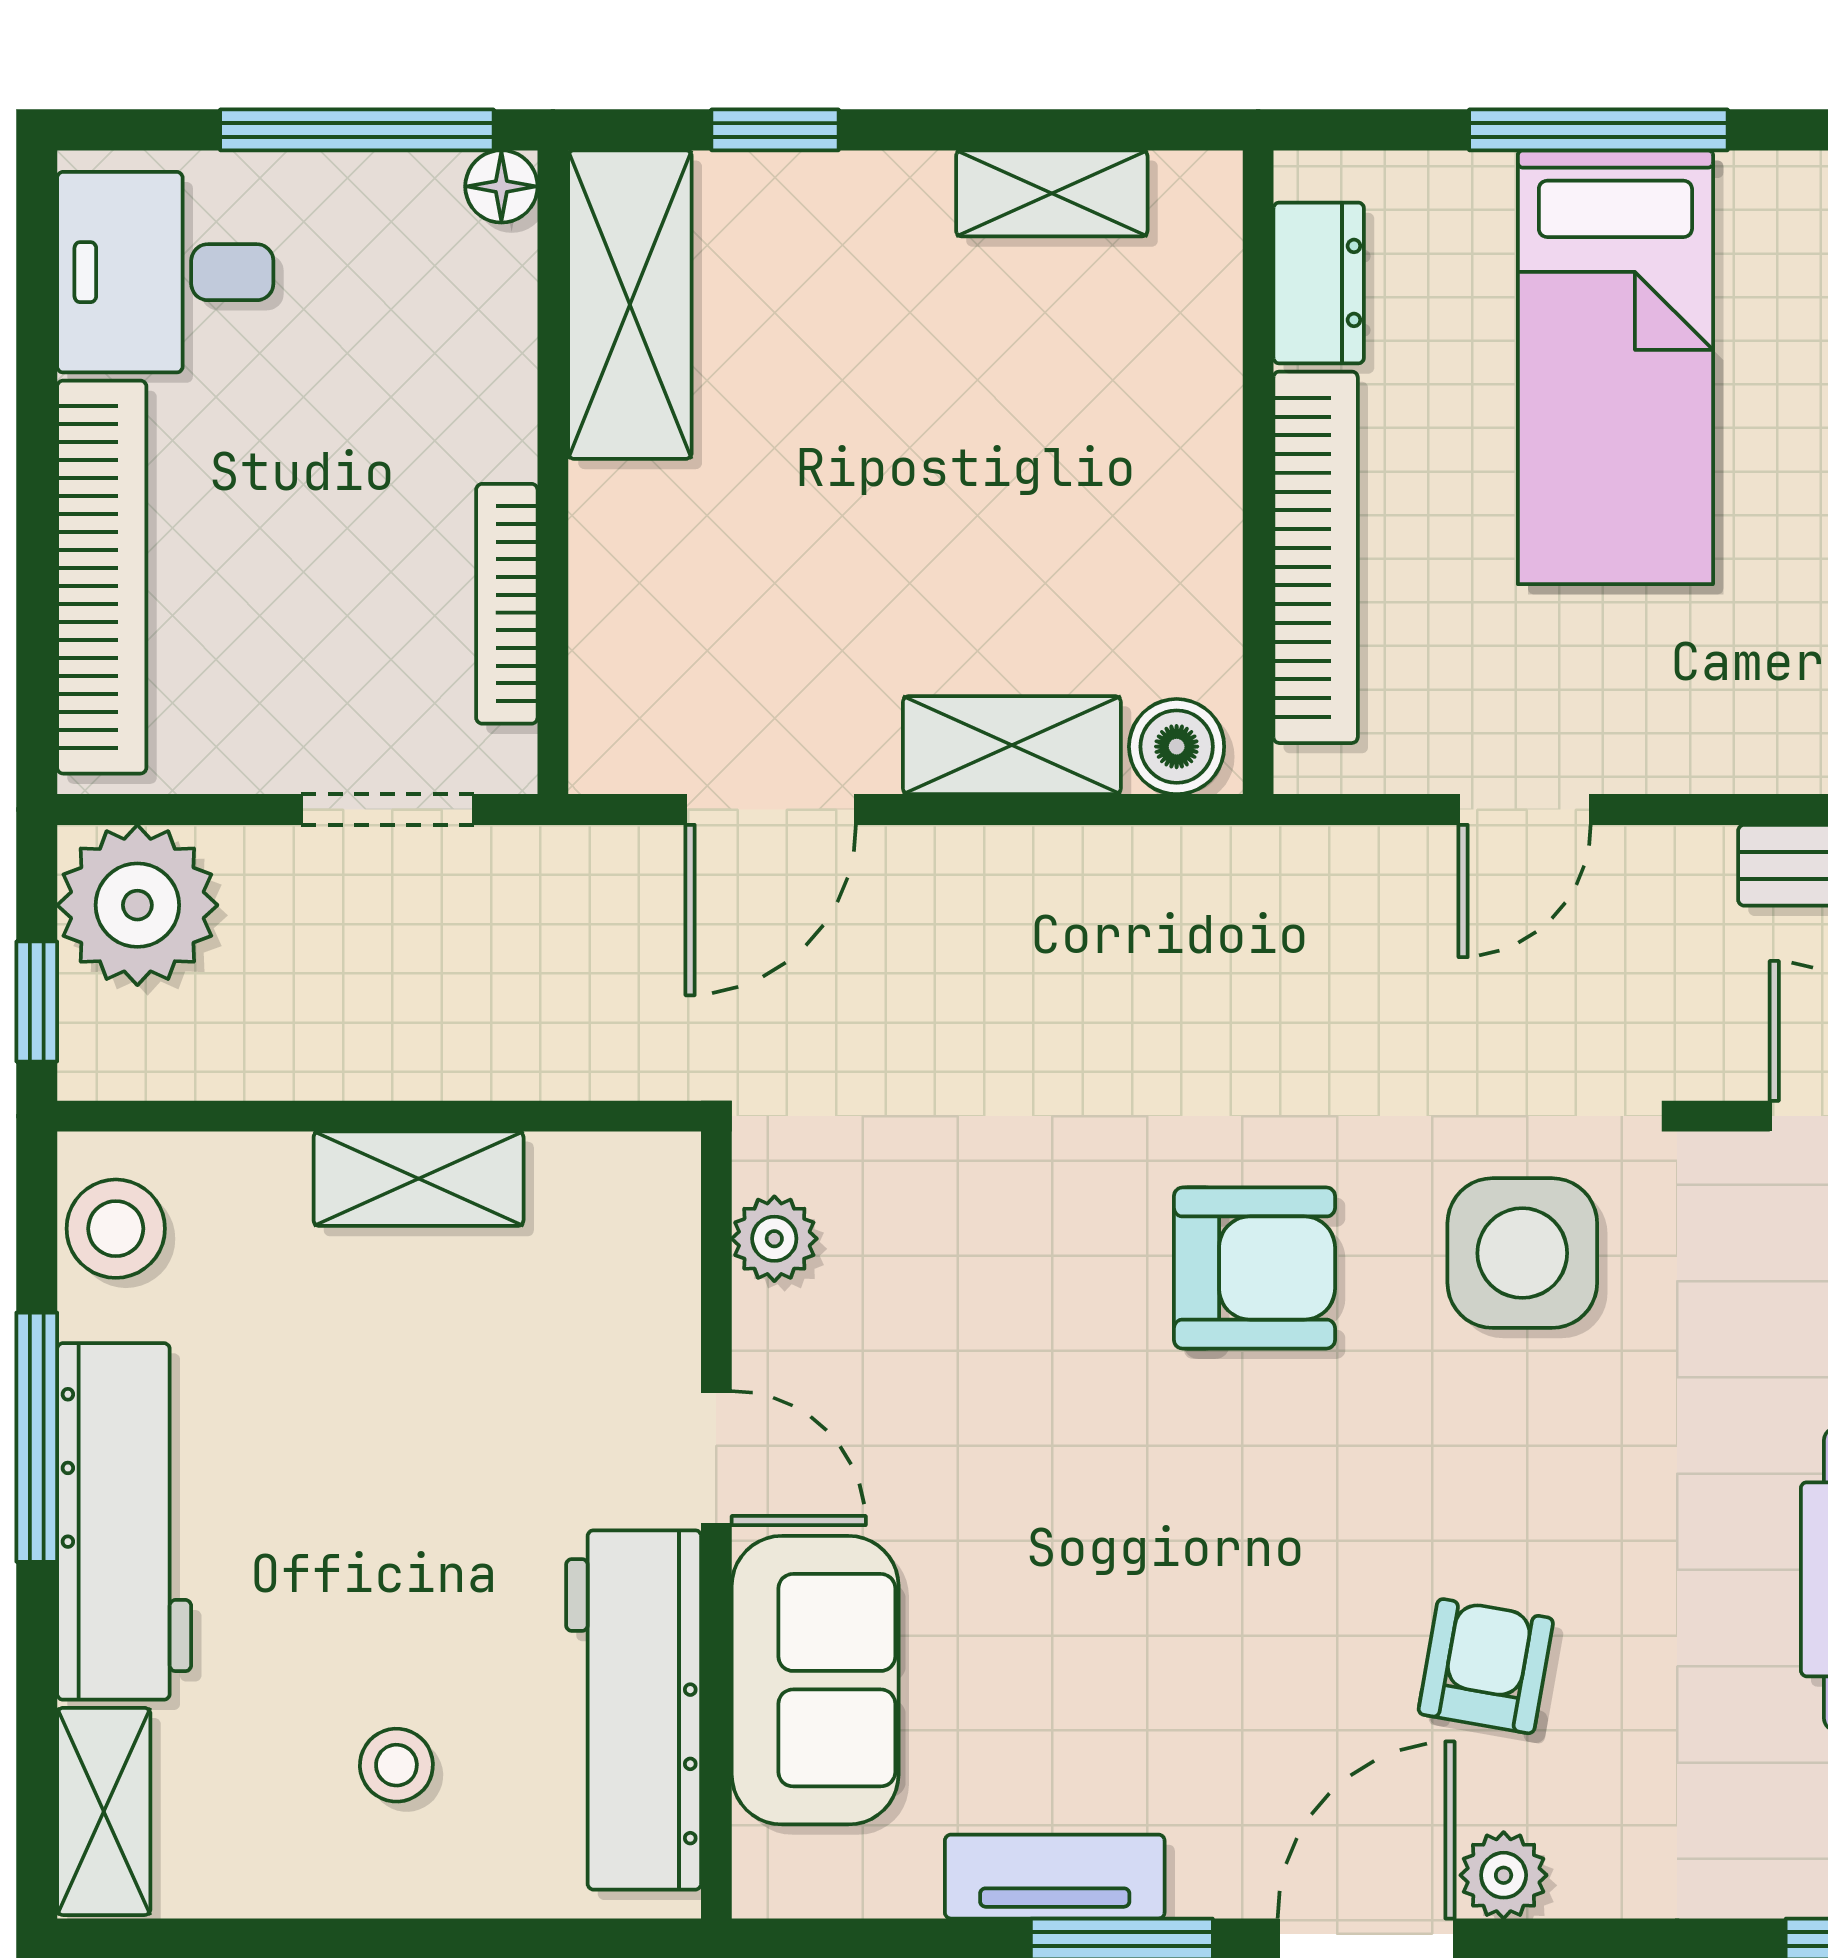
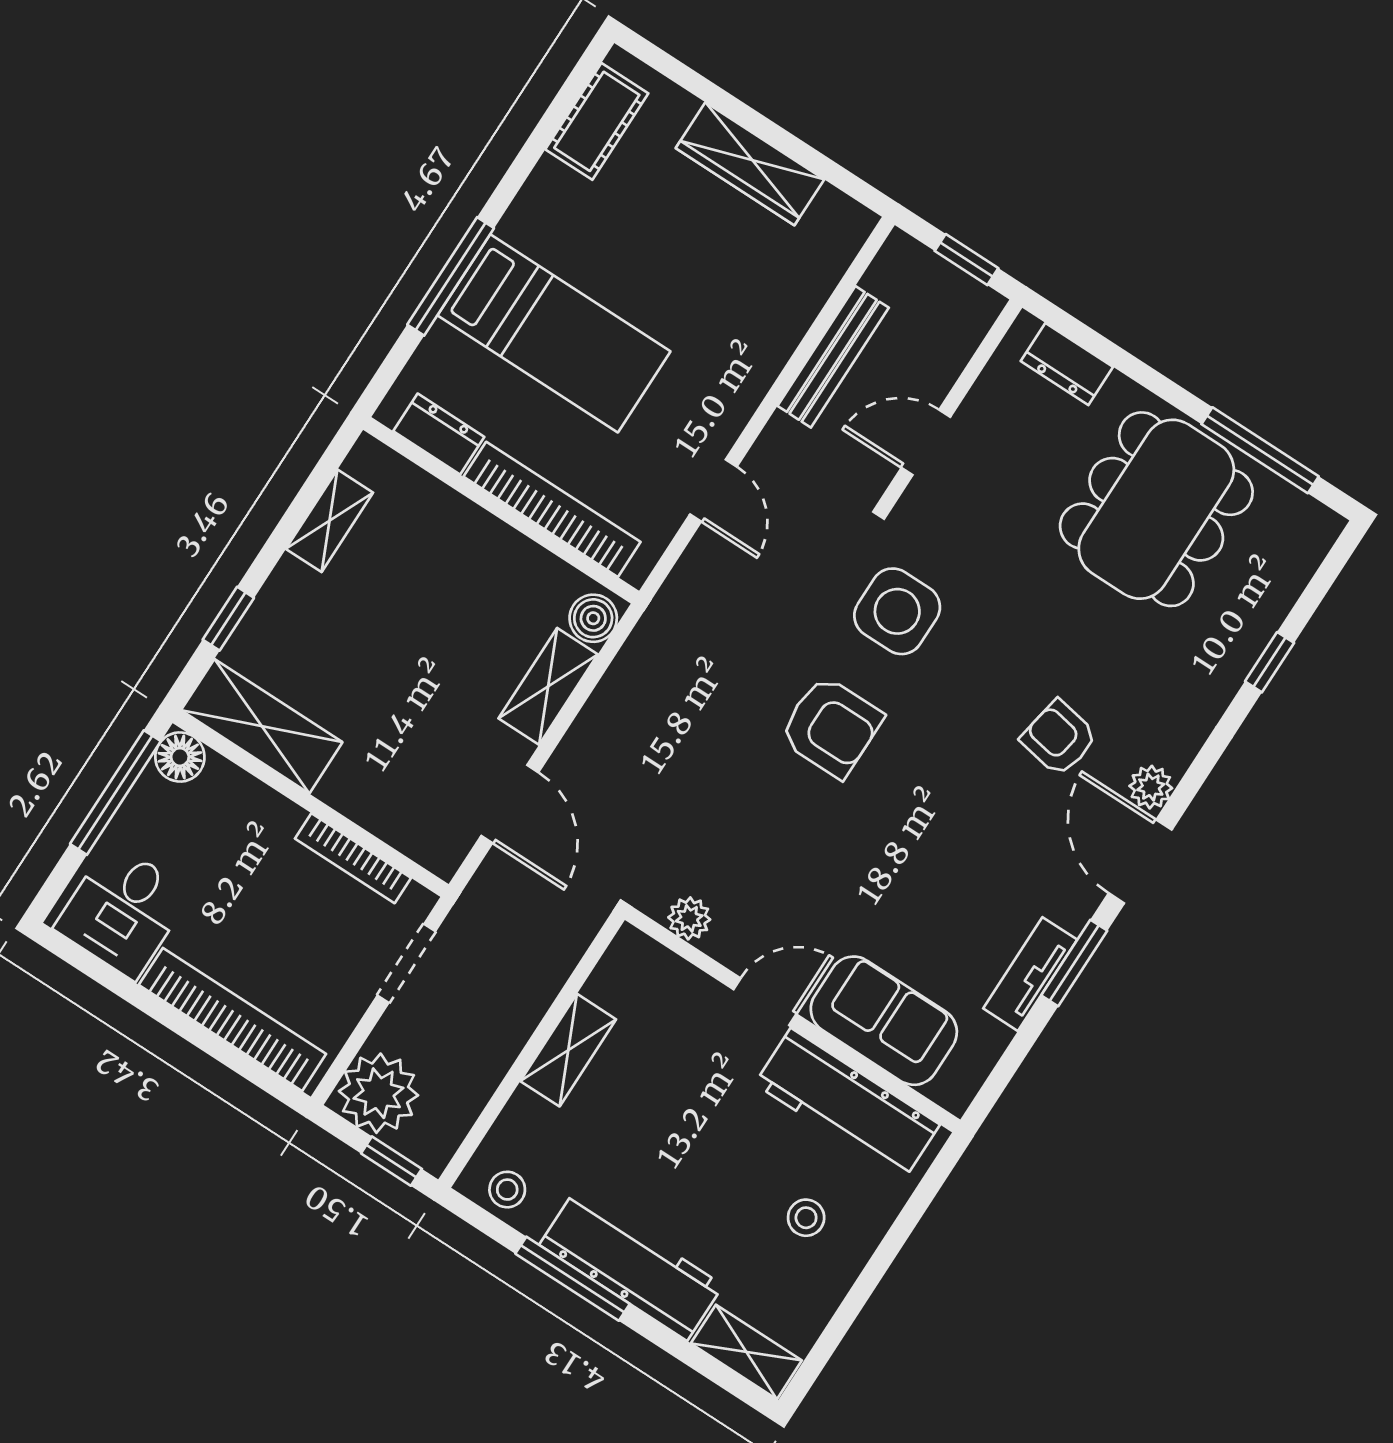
floor lamp: (501, 186) -> (180, 757), width x1.37, depth x1.37
stool: (116, 1229) -> (507, 1190), width x0.73, depth x0.73
armchair: (1254, 1268) -> (831, 727), turned 90

